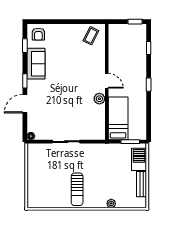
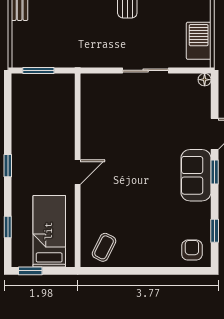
sofa: (36, 64) -> (196, 175), moved
door: (107, 81) -> (78, 172), swing flipped
plant: (99, 99) -> (90, 142), removed
bed: (118, 118) -> (49, 231), moved, turned 180
barbecue: (139, 159) -> (199, 41), moved, turned 180

